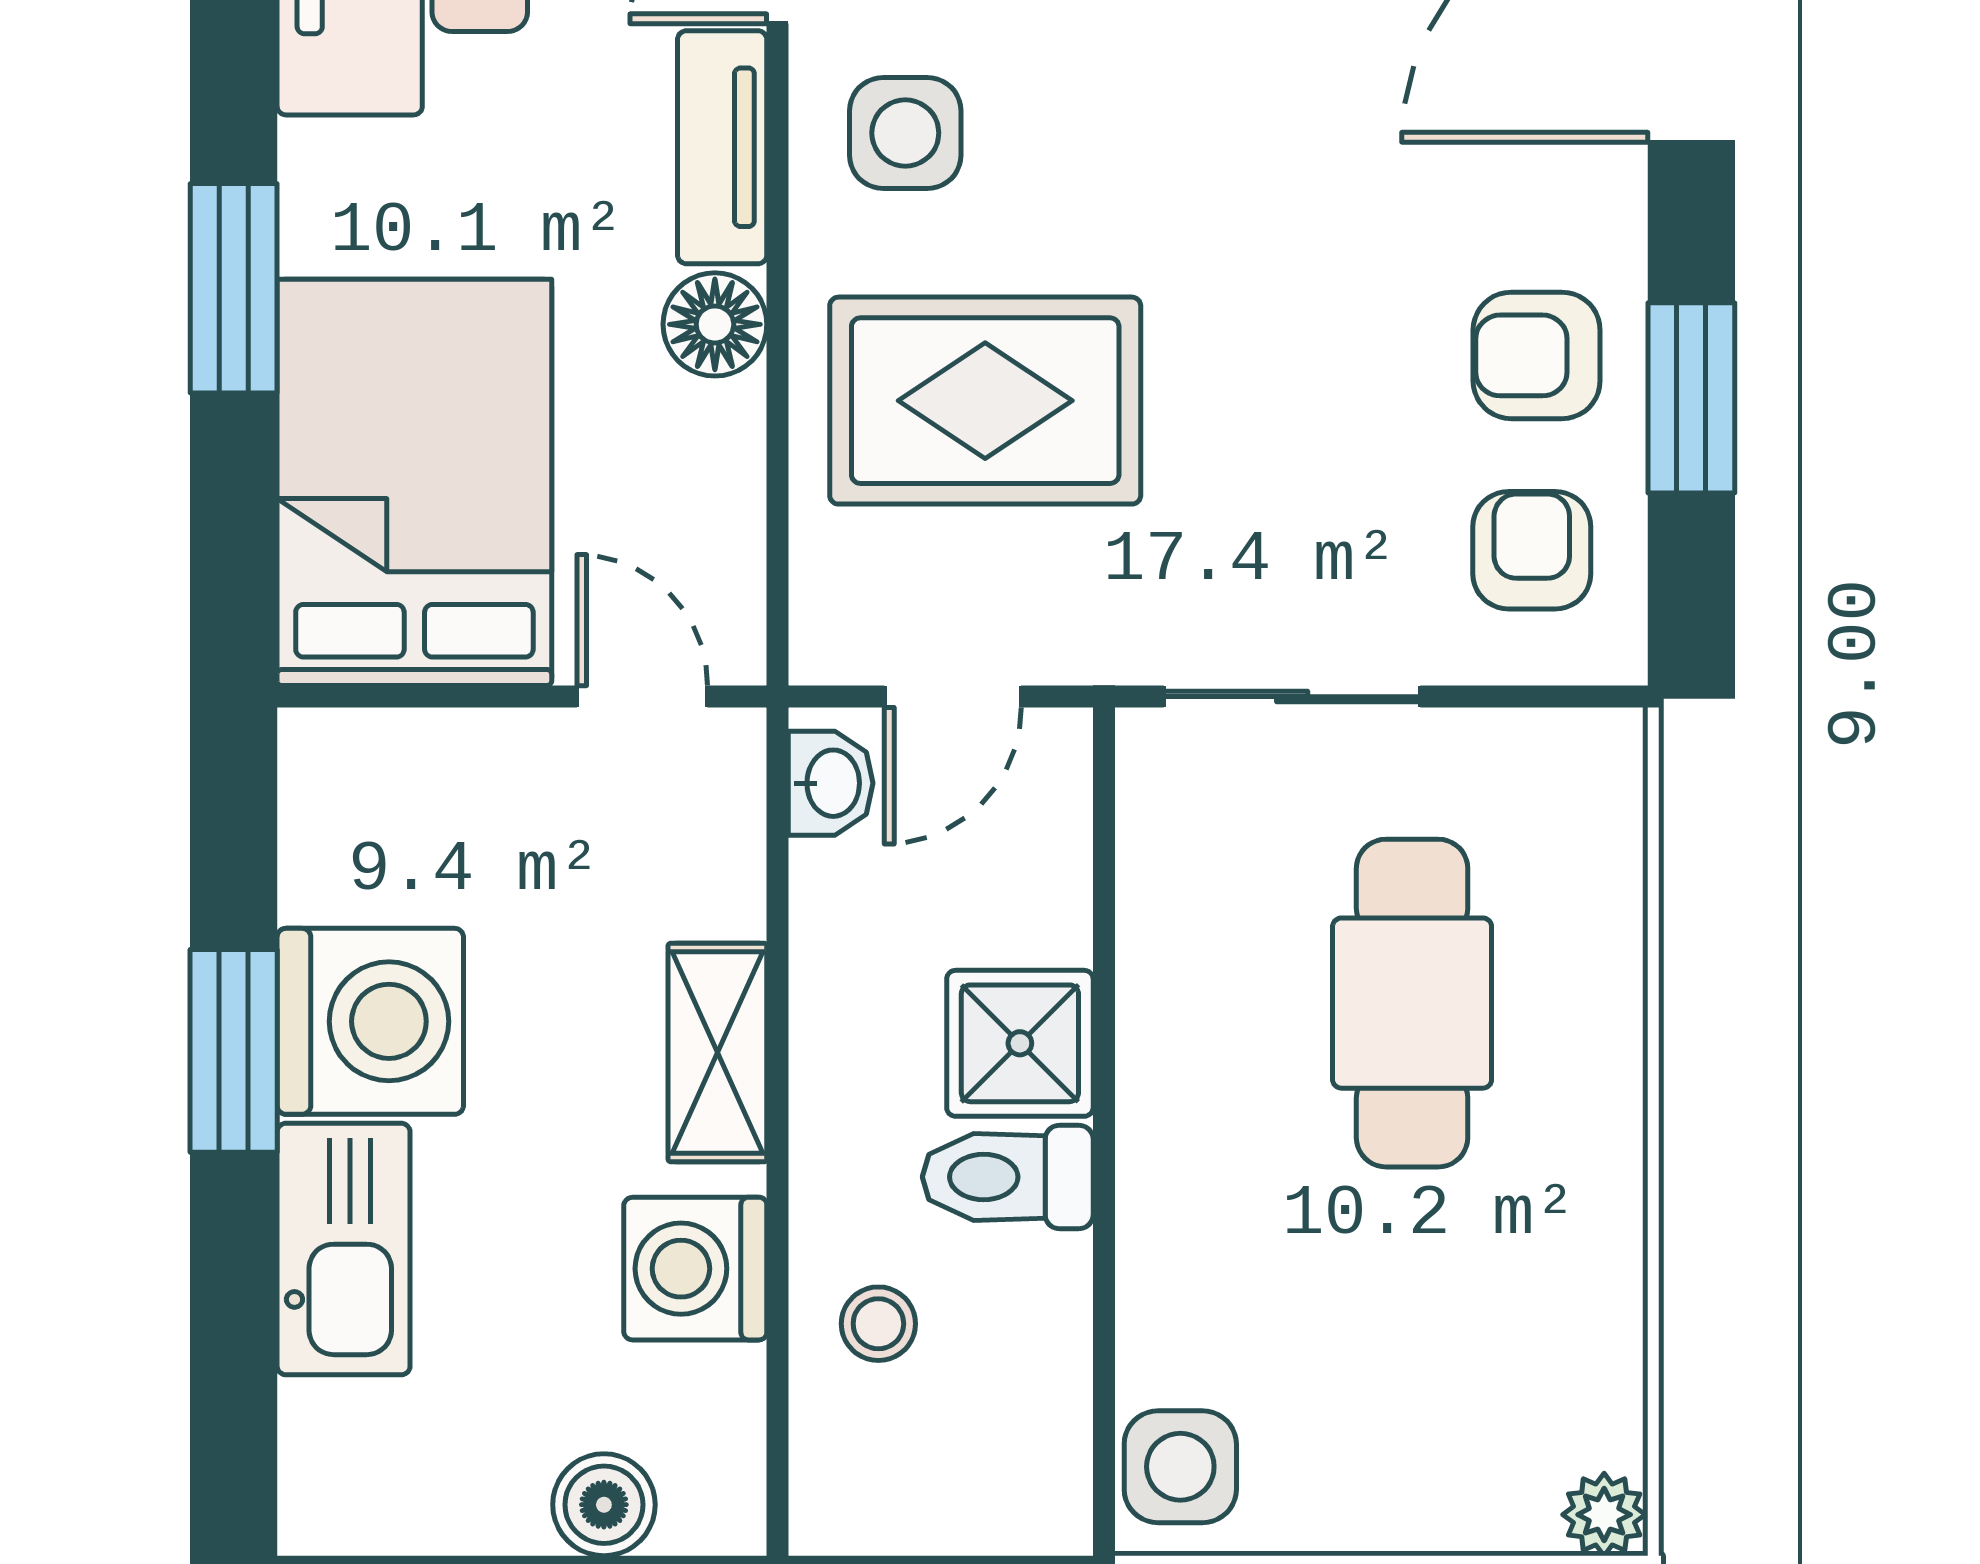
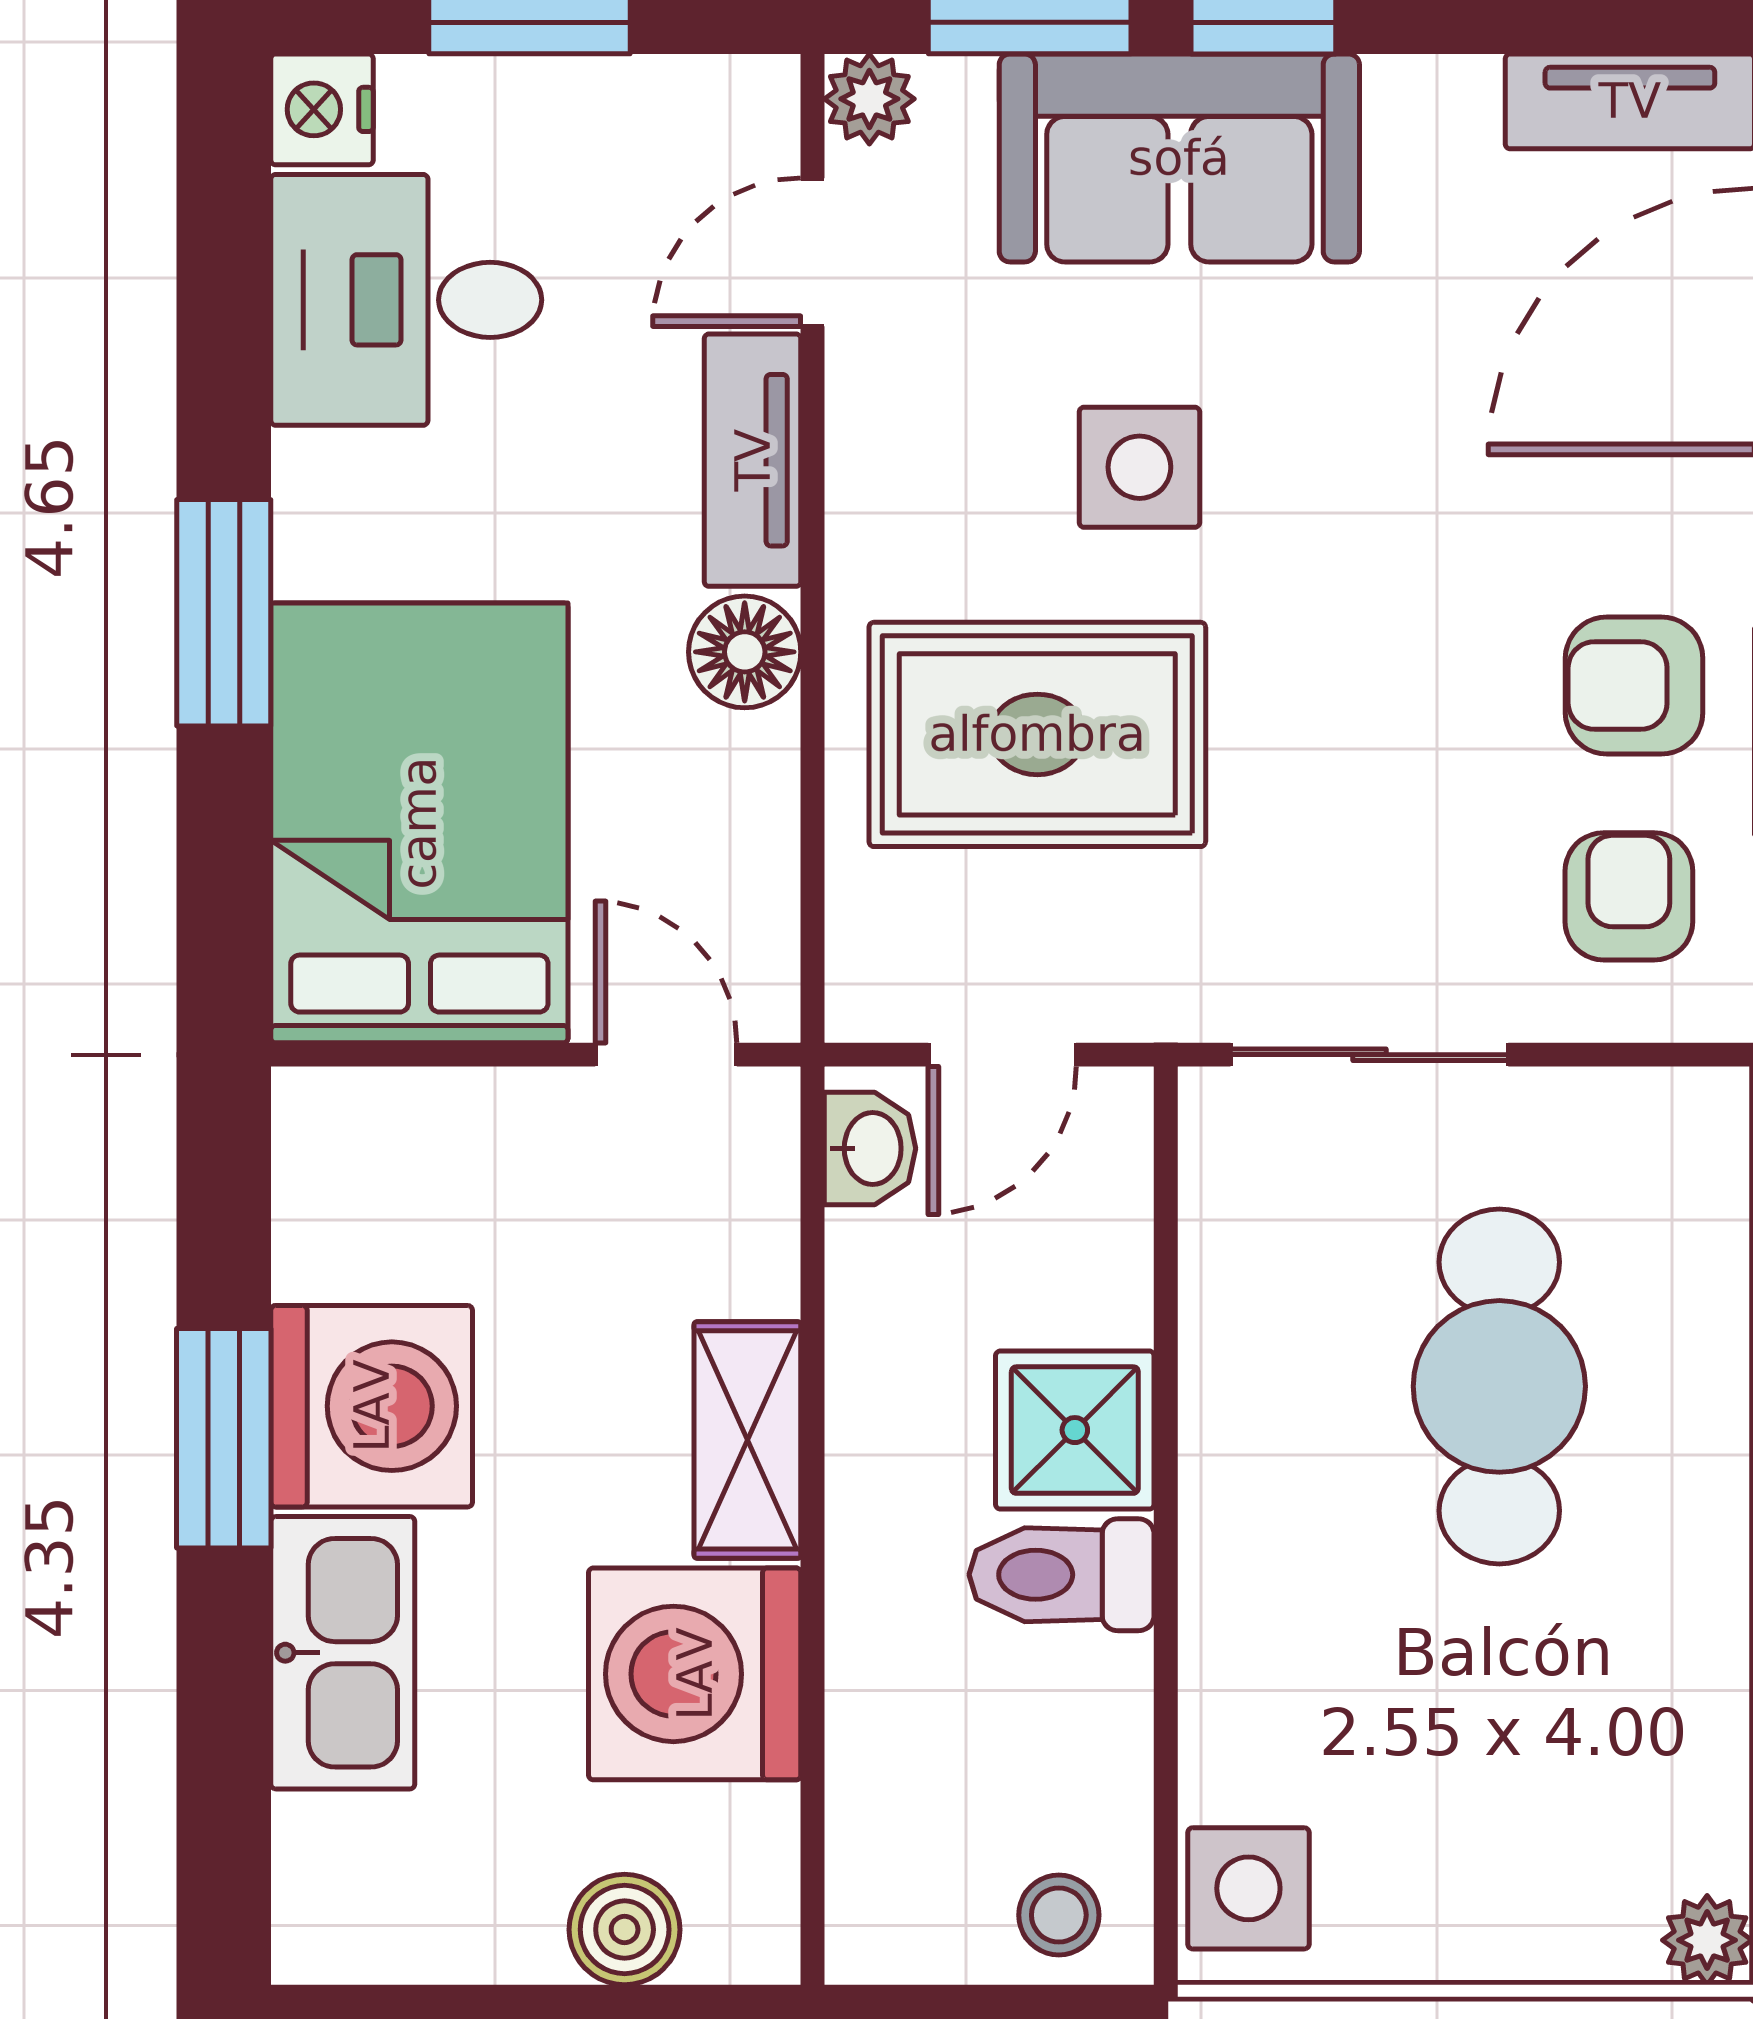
side table: (905, 133) -> (1139, 467), moved
washing machine: (695, 1269) -> (695, 1674), width x1.37, depth x1.37
stool: (878, 1324) -> (1059, 1915), moved

